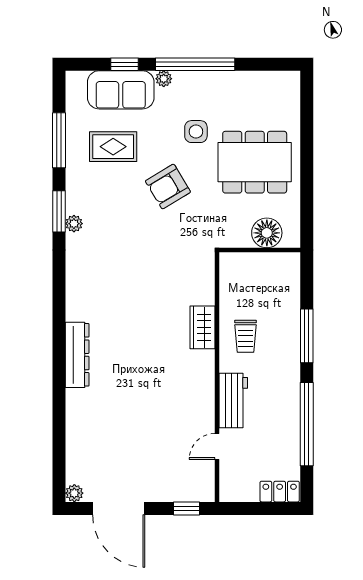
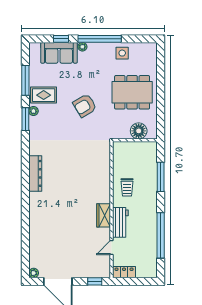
side table: (196, 132) -> (122, 53), moved
rug: (113, 147) -> (44, 95), moved
plant: (74, 224) -> (33, 111), moved
wardrobe: (202, 327) -> (104, 215), moved
window: (307, 336) -> (161, 177), moved
dresser: (77, 355) -> (35, 173), moved
locker: (280, 492) -> (124, 272), moved

